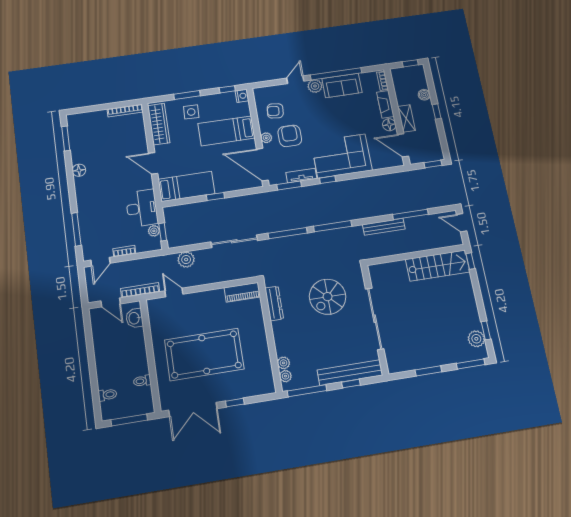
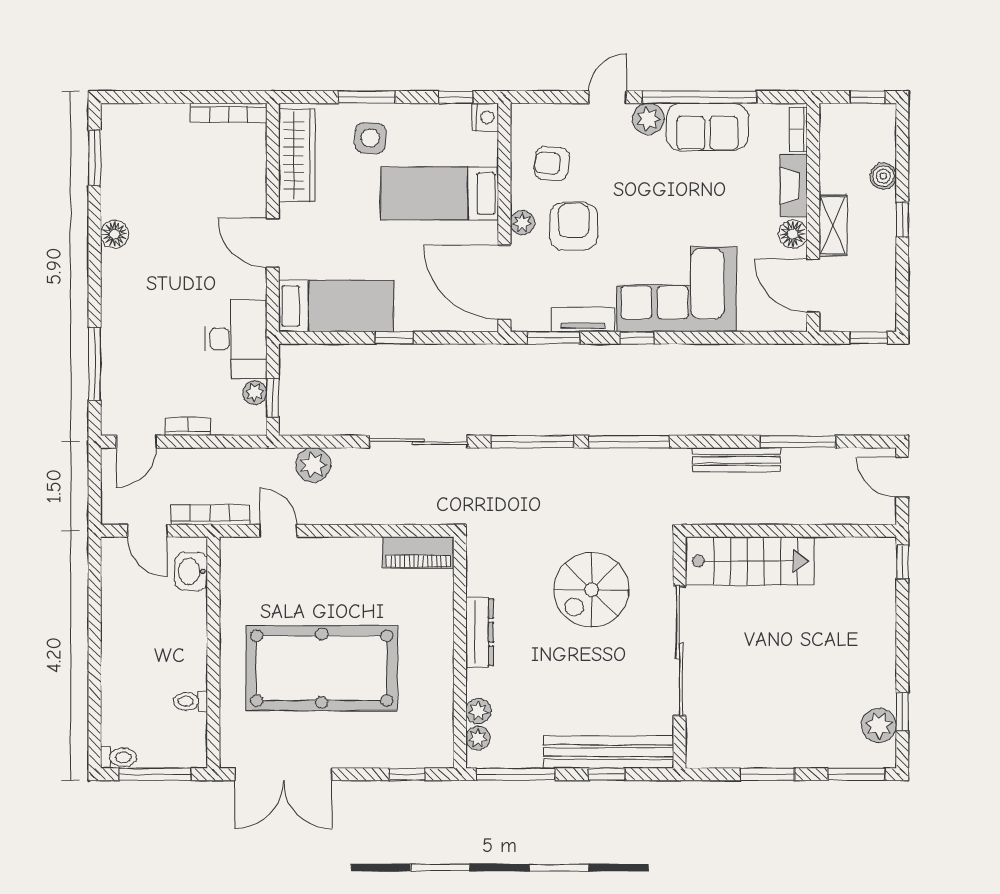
stairs: (438, 266) -> (750, 561), moved
dresser: (274, 303) -> (480, 632), moved
toilet: (108, 395) -> (118, 757), moved
window: (235, 403) -> (407, 774), moved

